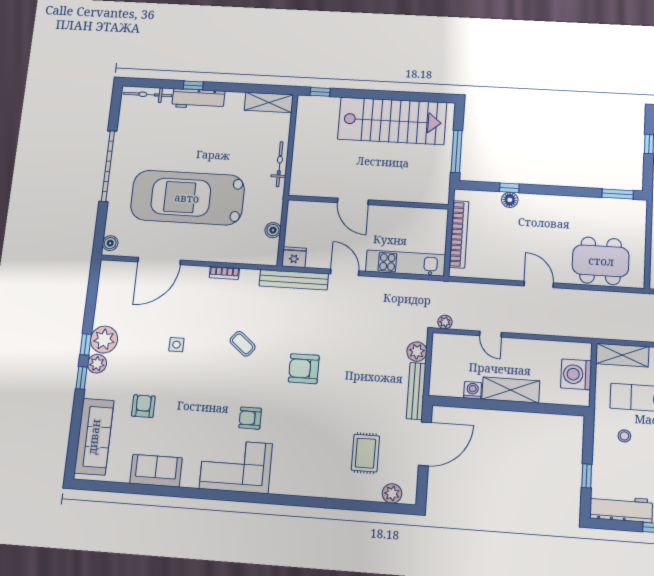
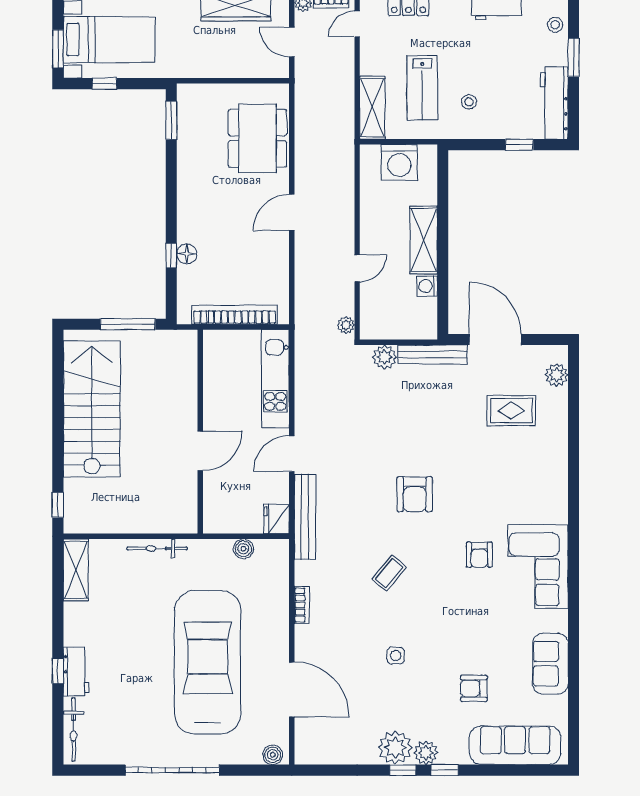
workbench: (198, 99) -> (76, 672), width x0.73
car: (187, 198) -> (208, 662), turned 180

